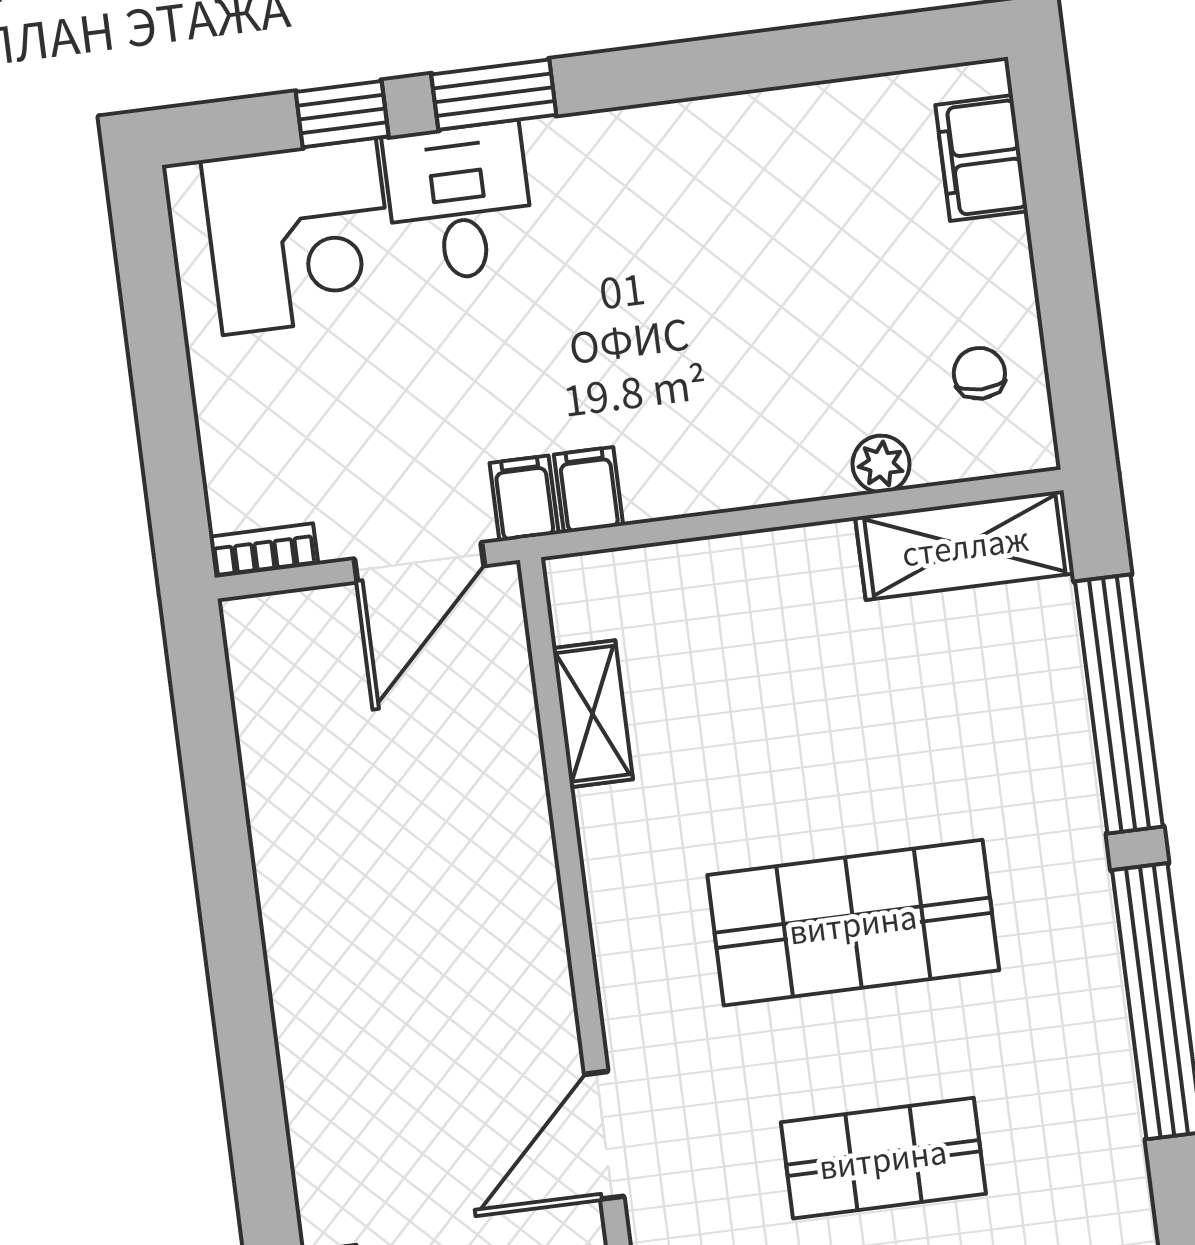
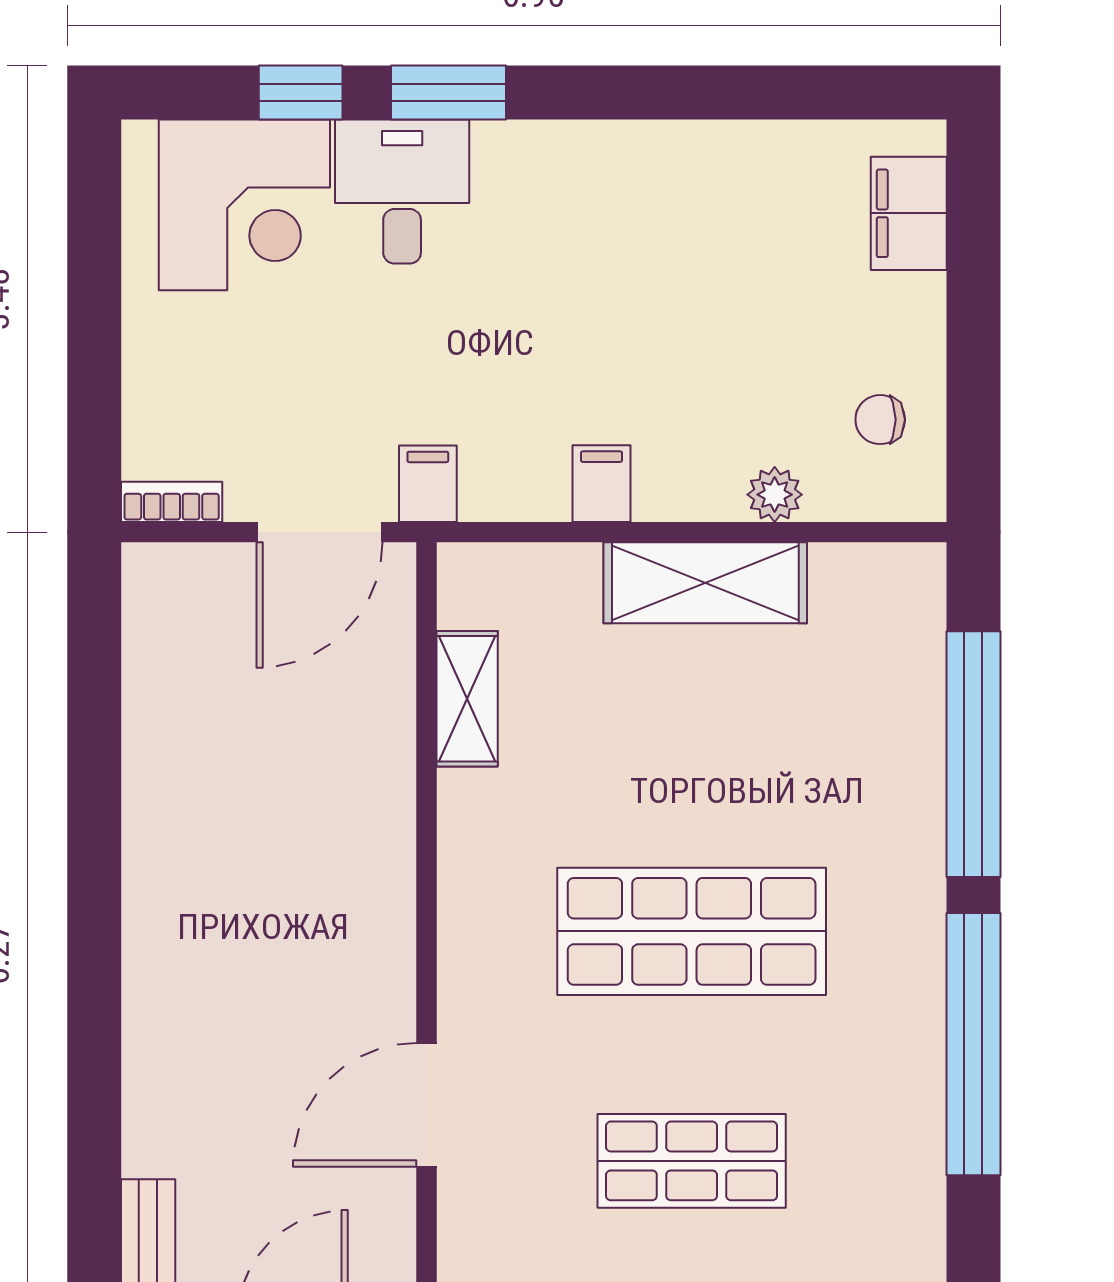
chair: (979, 373) -> (880, 420), turned -90
filing cabinet: (589, 490) -> (601, 484), moved
shelving: (965, 545) -> (705, 583), moved

